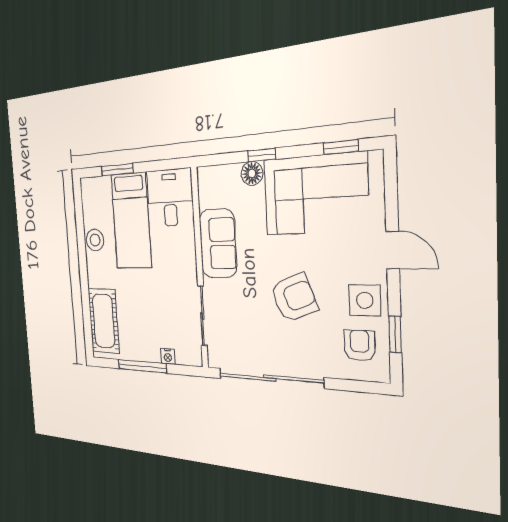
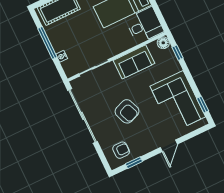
window: (262, 155) -> (178, 53), moved
floor lamp: (252, 173) -> (163, 43), moved
side table: (365, 300) -> (142, 144), removed

